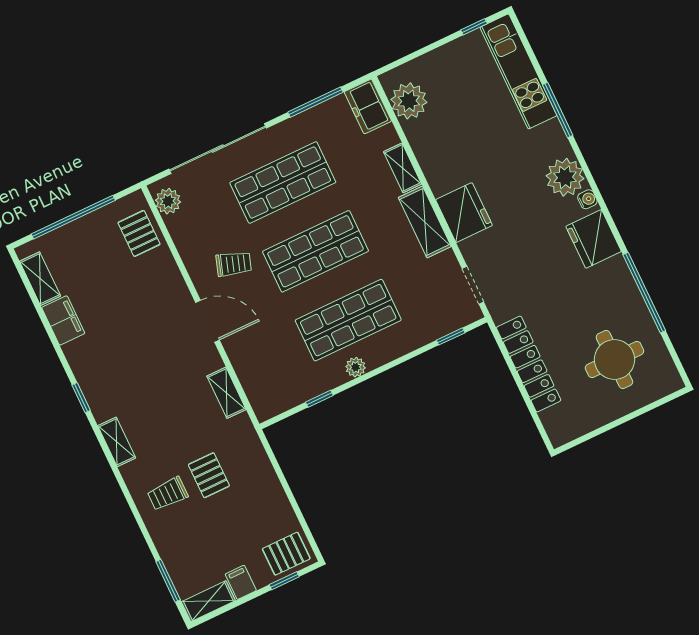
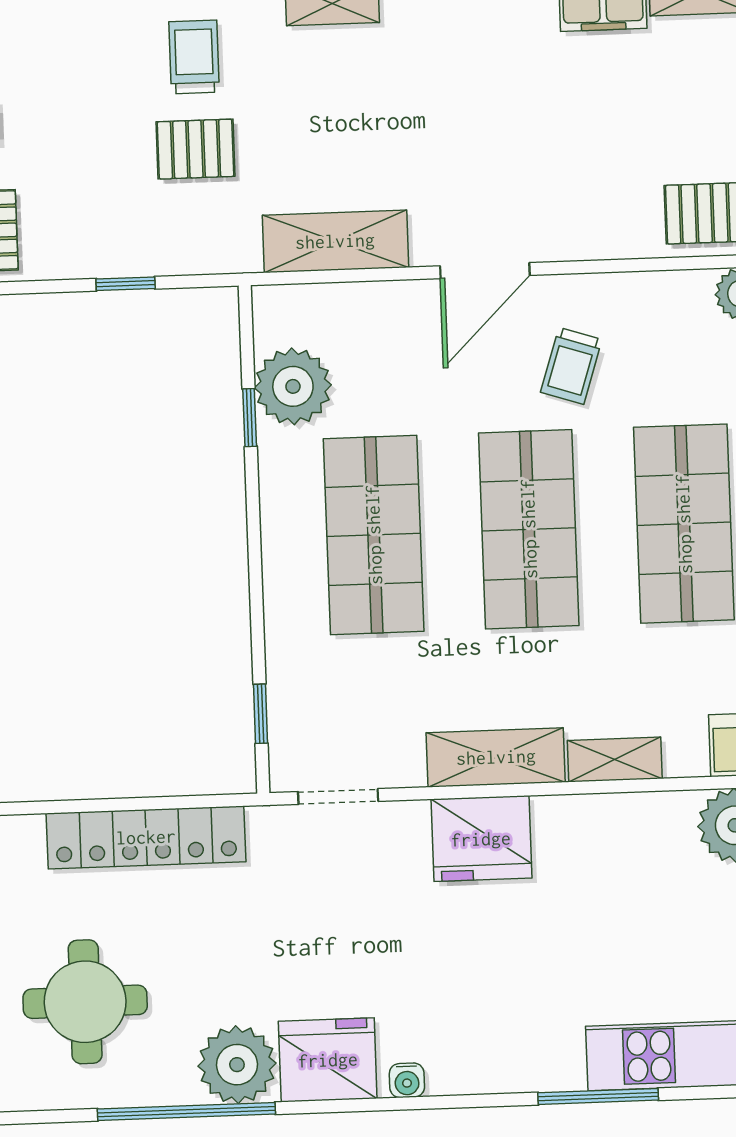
plant: (565, 177) -> (237, 1065), moved
plant: (356, 367) -> (293, 386), moved, width x1.88, depth x1.88
shelving: (226, 393) -> (335, 241), width x1.50, depth x1.33
window: (283, 481) -> (126, 284), added

